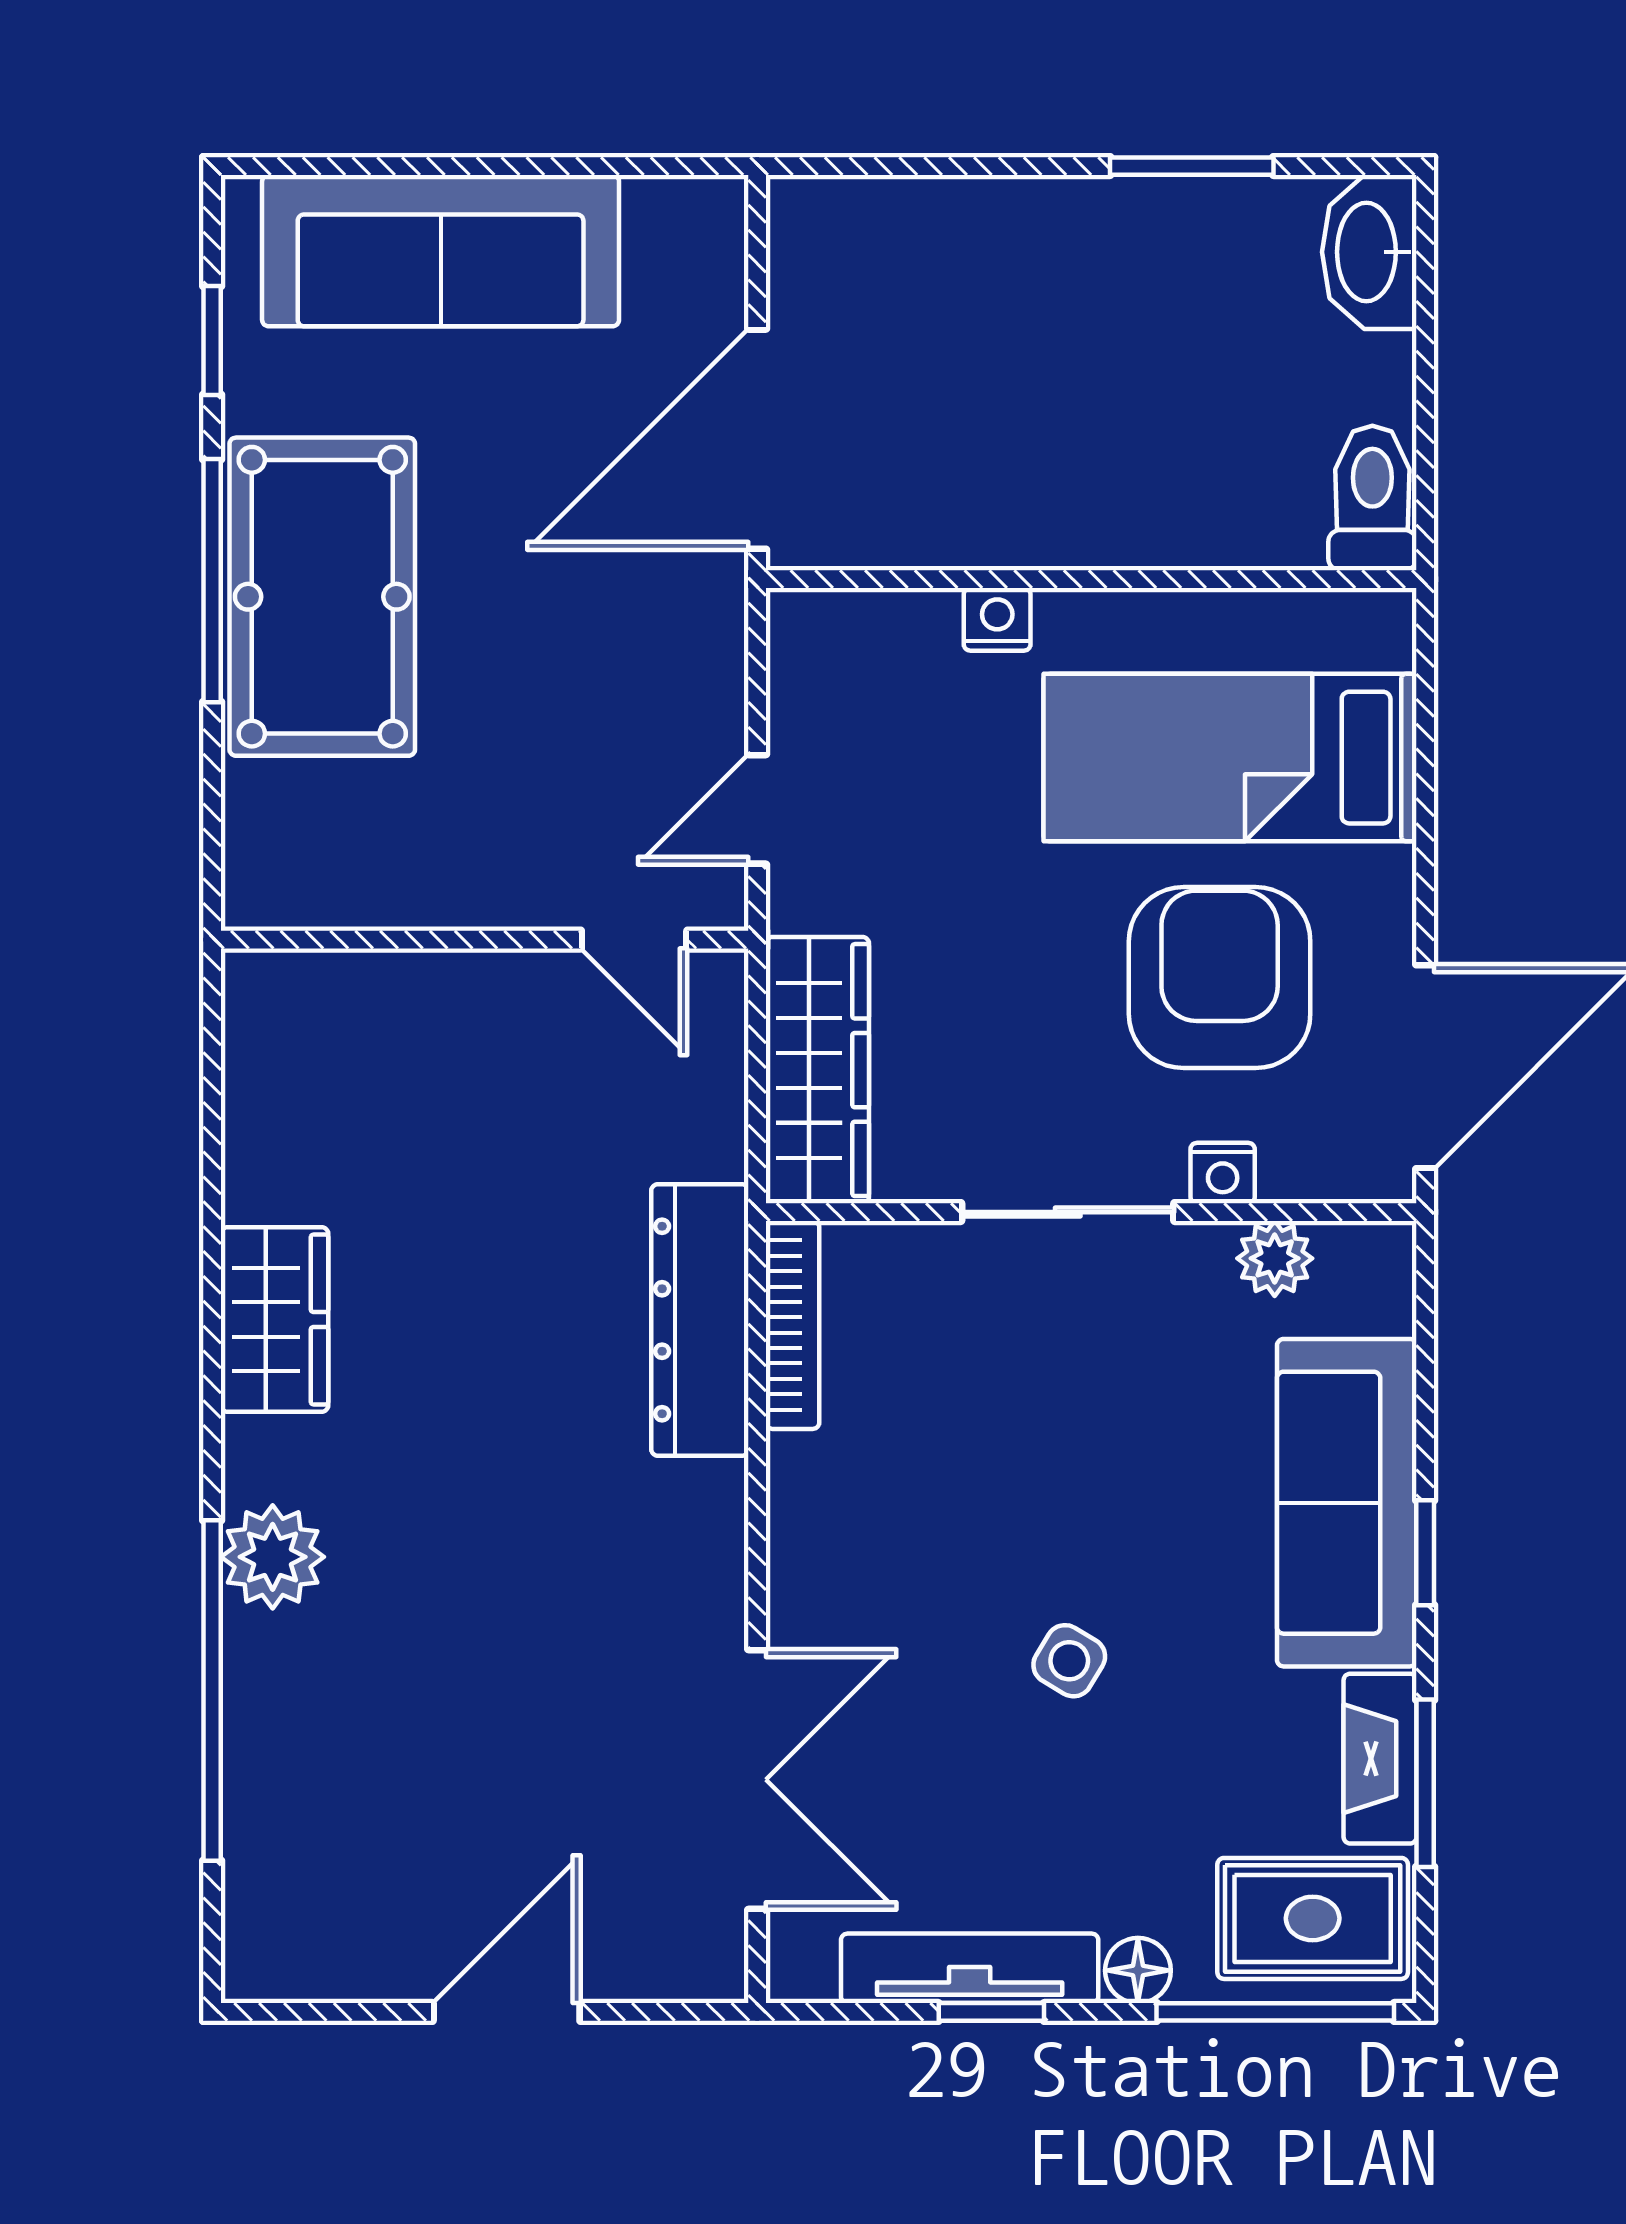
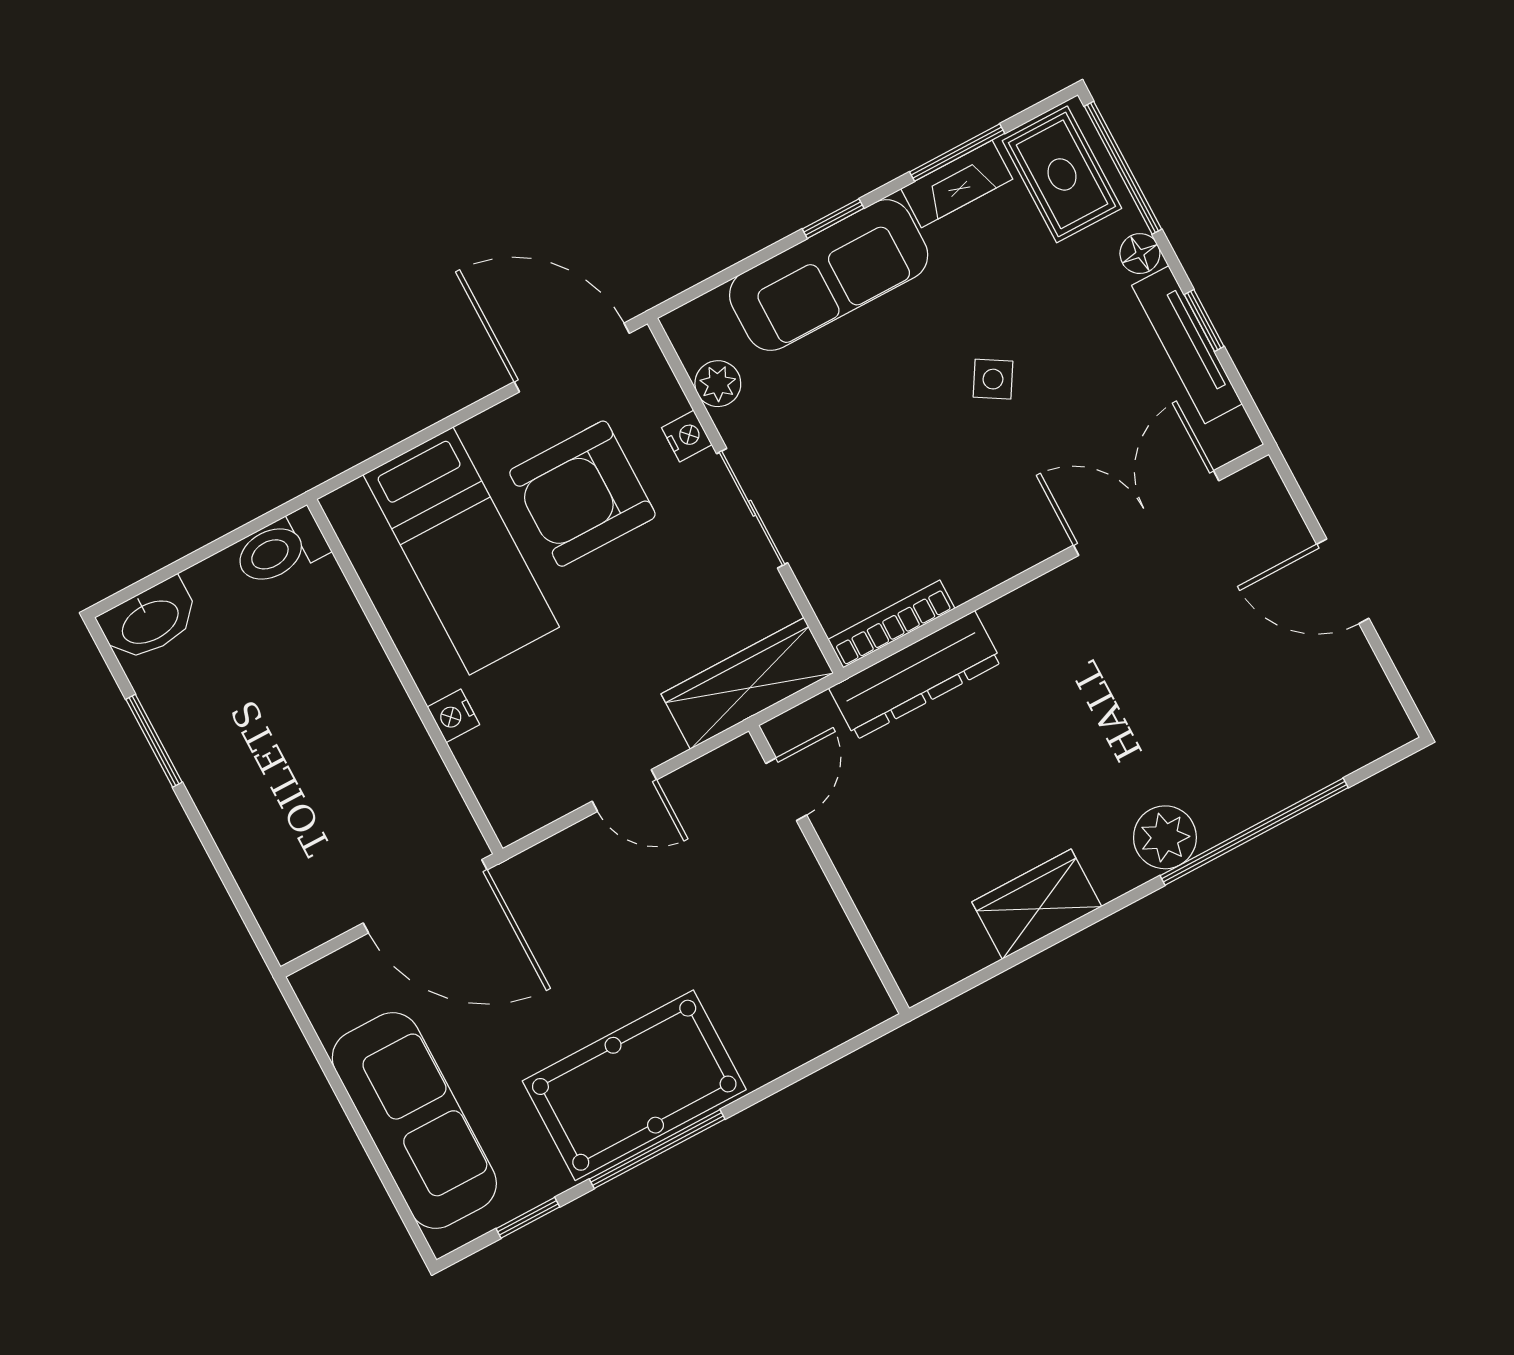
wall: (485, 940) -> (829, 870), moved
door: (634, 940) -> (786, 789), moved

